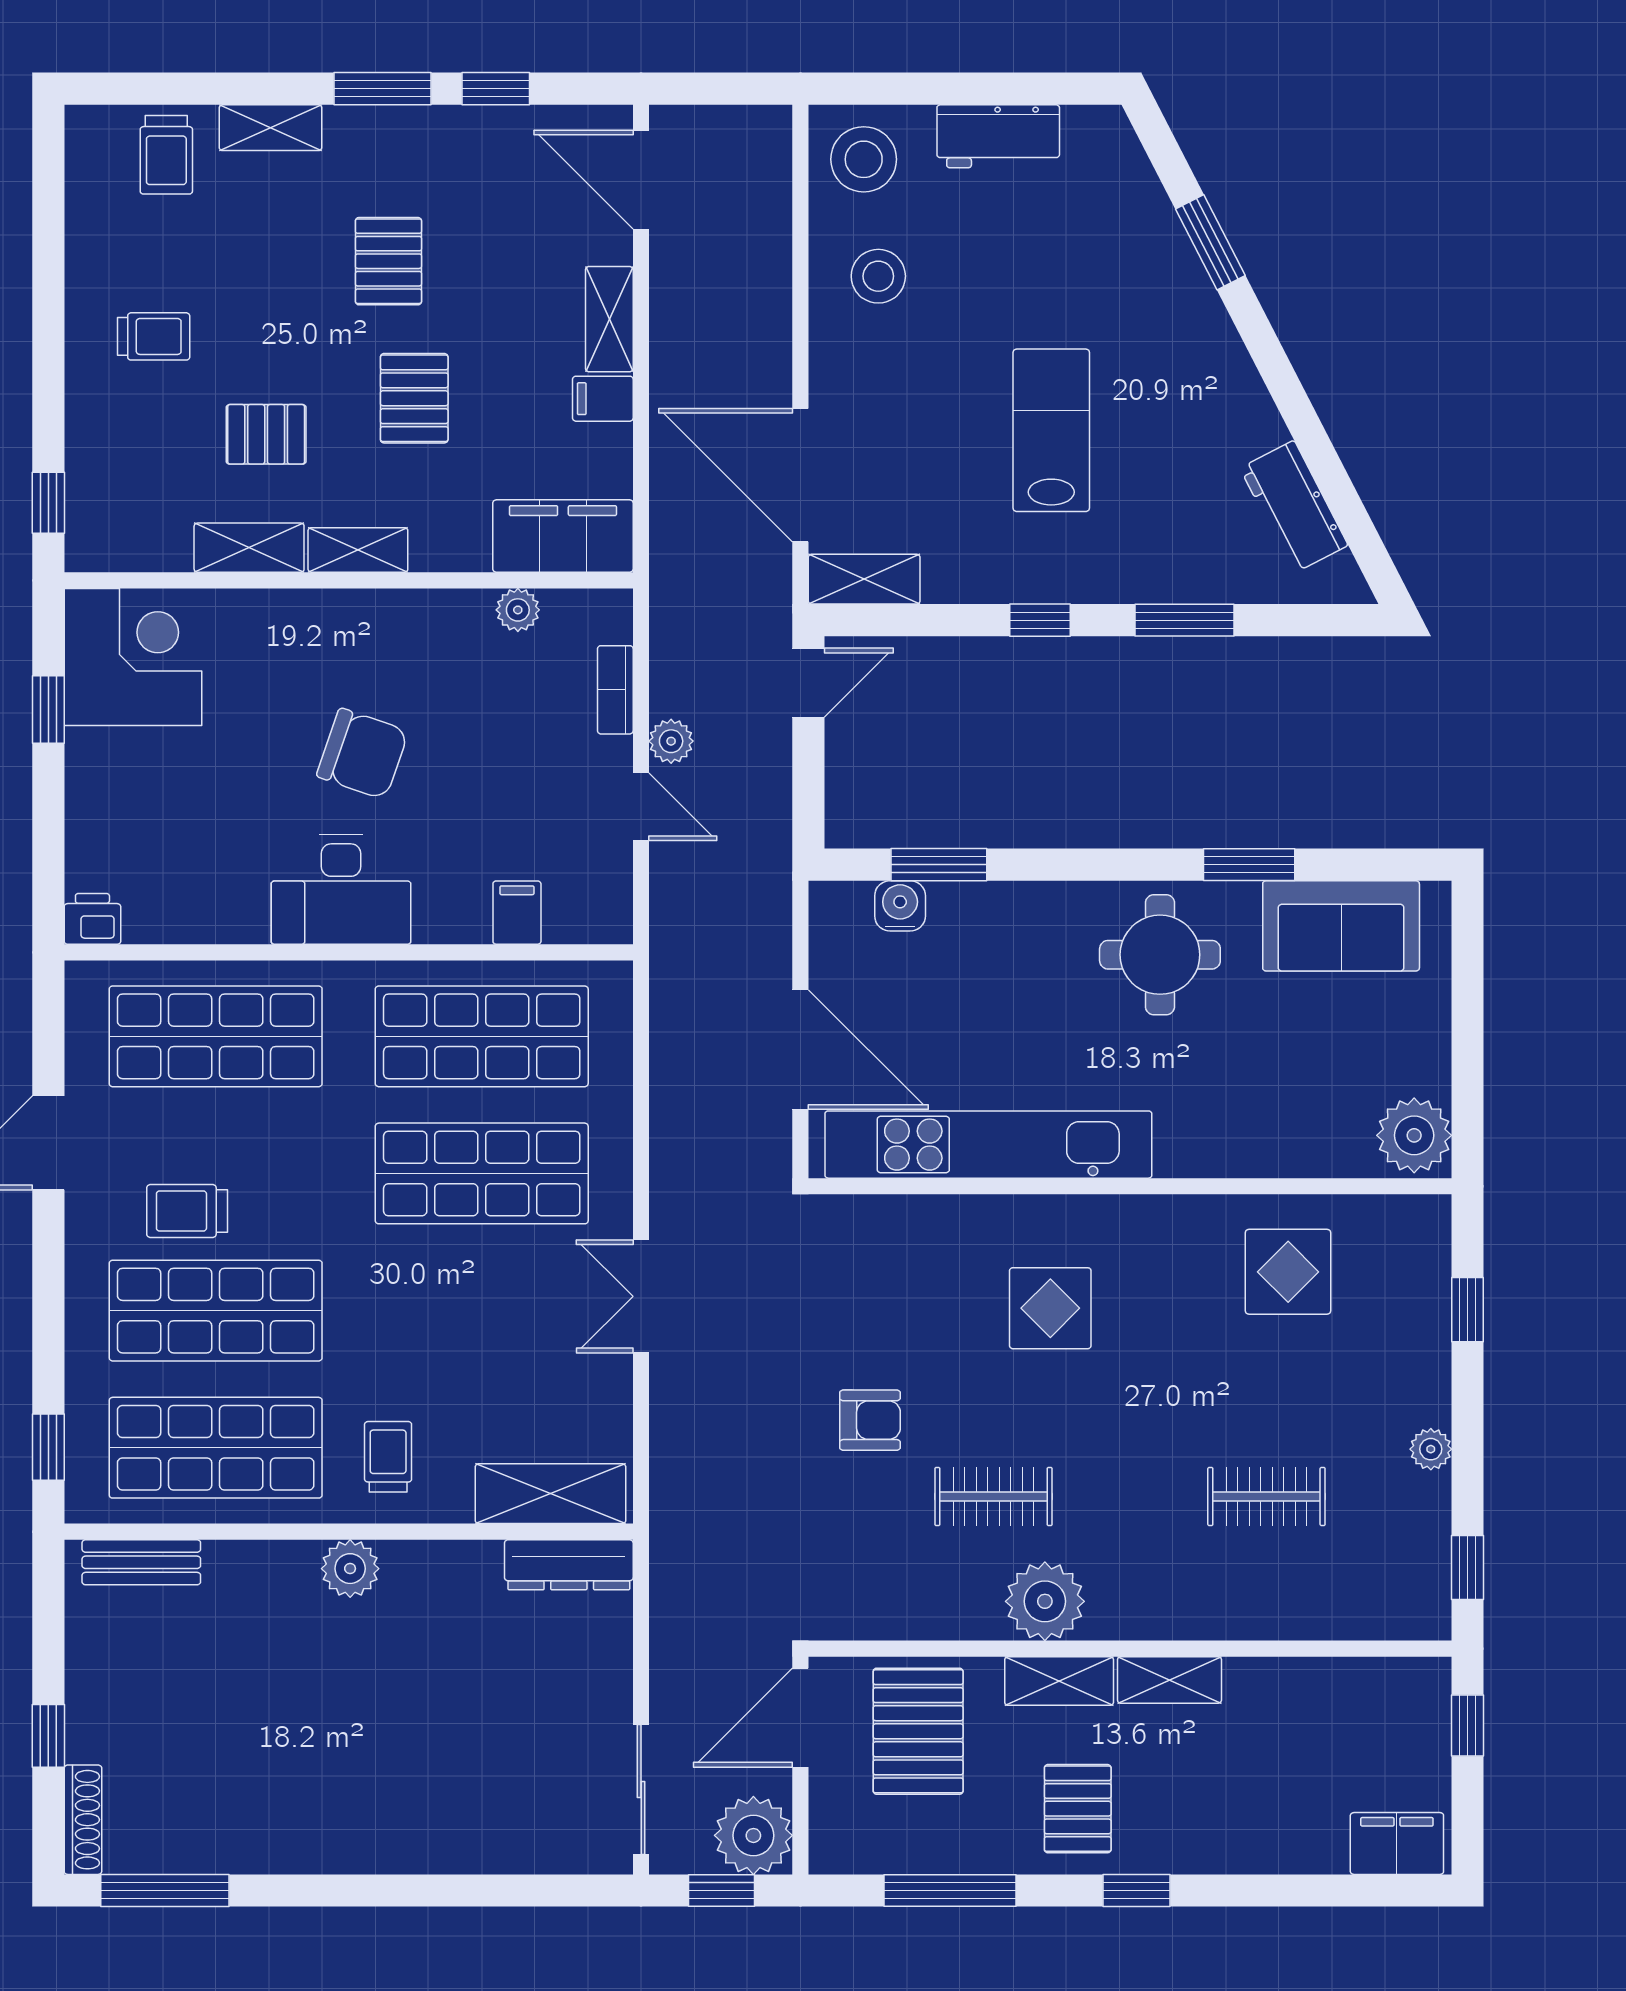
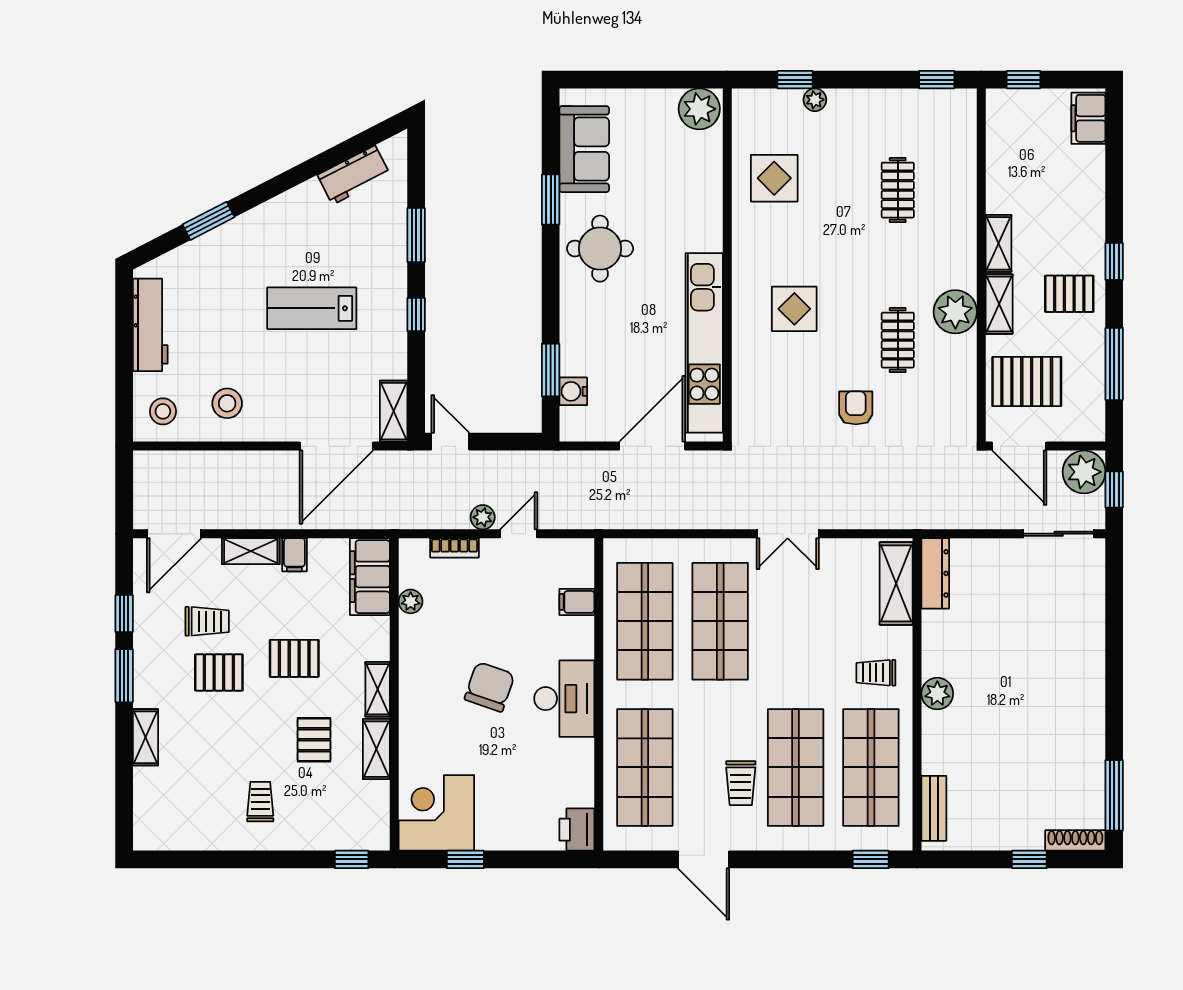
workbench: (998, 136) -> (150, 325), width x1.38
trolley: (166, 155) -> (207, 621), moved
stool: (864, 159) -> (163, 411), width x0.73, depth x0.73
printer: (92, 919) -> (577, 830), width x1.36, depth x1.24
plant: (1431, 1449) -> (815, 100), moved

